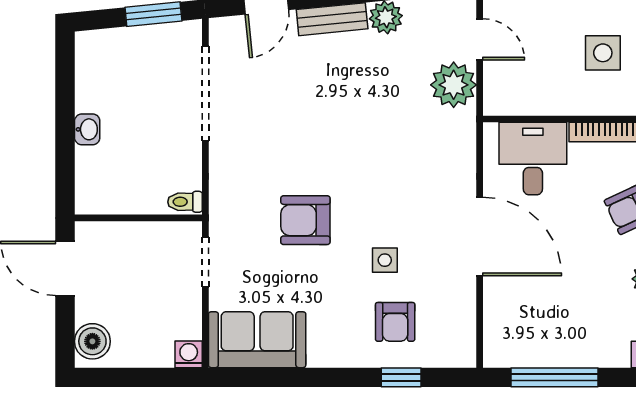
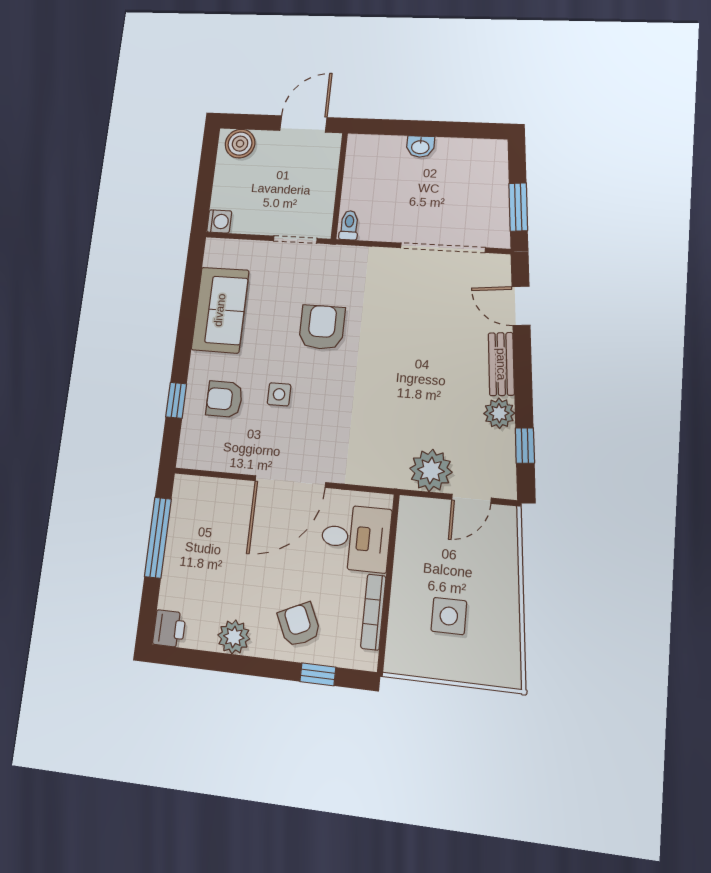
sofa: (257, 340) -> (220, 310), moved

